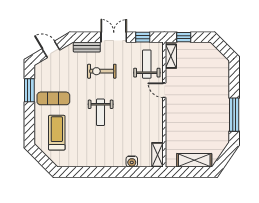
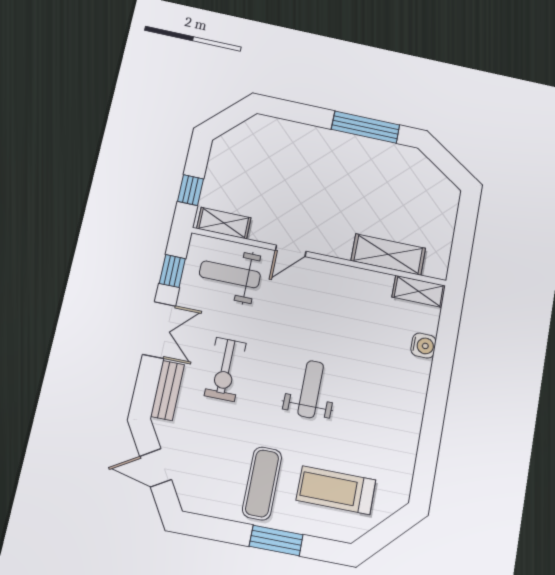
double door: (114, 37) -> (159, 330), swing flipped
door: (51, 49) -> (156, 468), hinge flipped
window: (29, 90) -> (276, 540), moved
weight bench: (101, 112) -> (311, 389), turned -90
shelving: (194, 160) -> (388, 255), moved, turned 90

